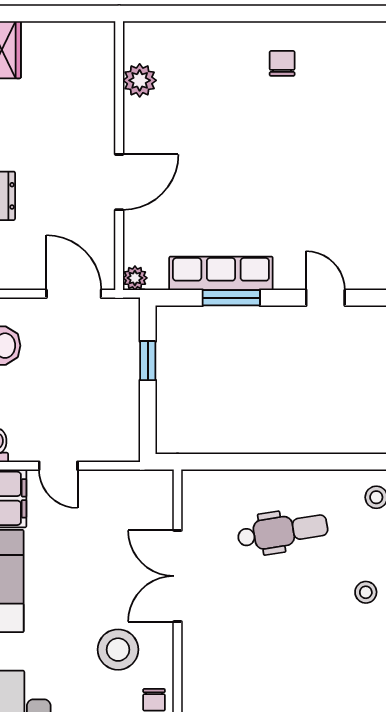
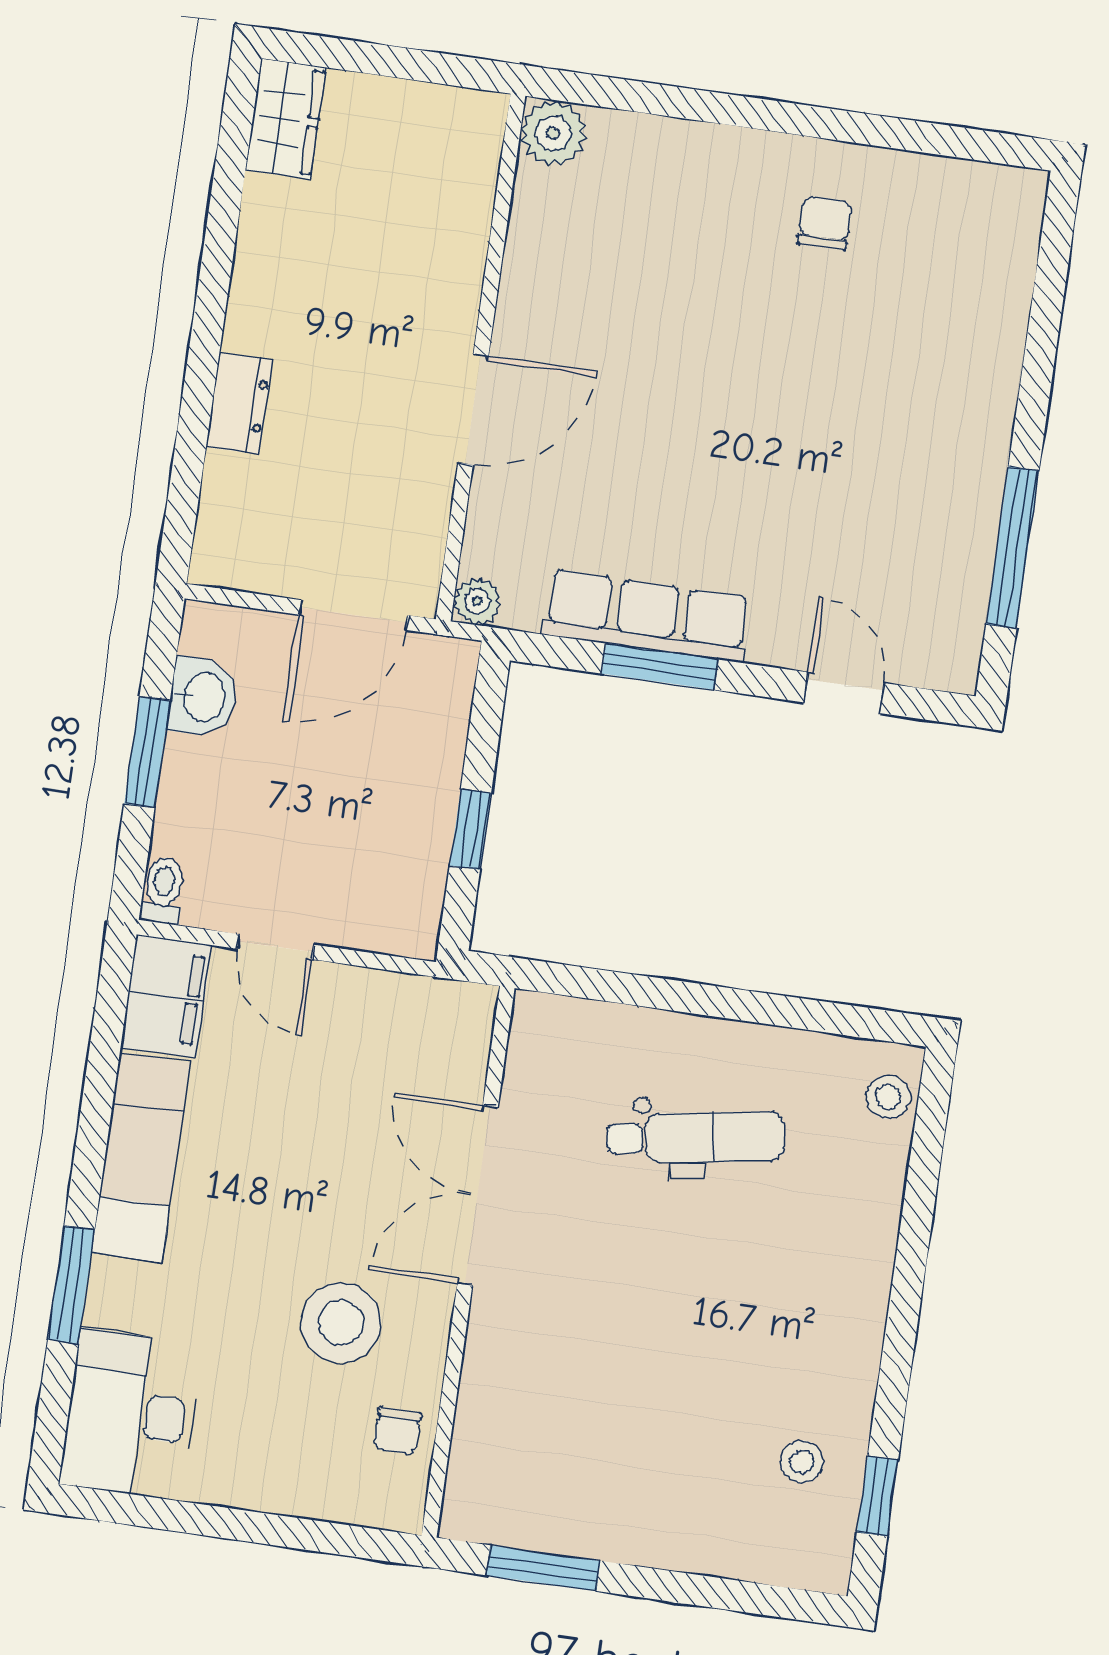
plant: (140, 80) -> (553, 133), moved
door: (74, 294) -> (354, 615), swing flipped
window: (148, 361) -> (470, 829), moved
stool: (366, 592) -> (802, 1462), moved

